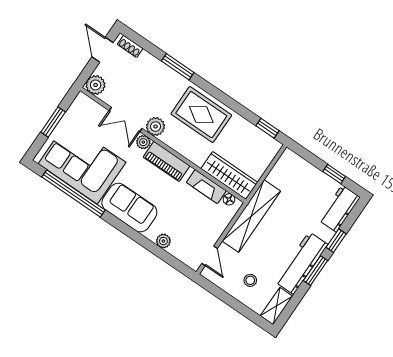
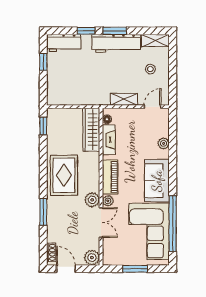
door: (103, 50) -> (66, 269), swing flipped
shelving: (251, 216) -> (124, 99), width x0.45, depth x0.75

